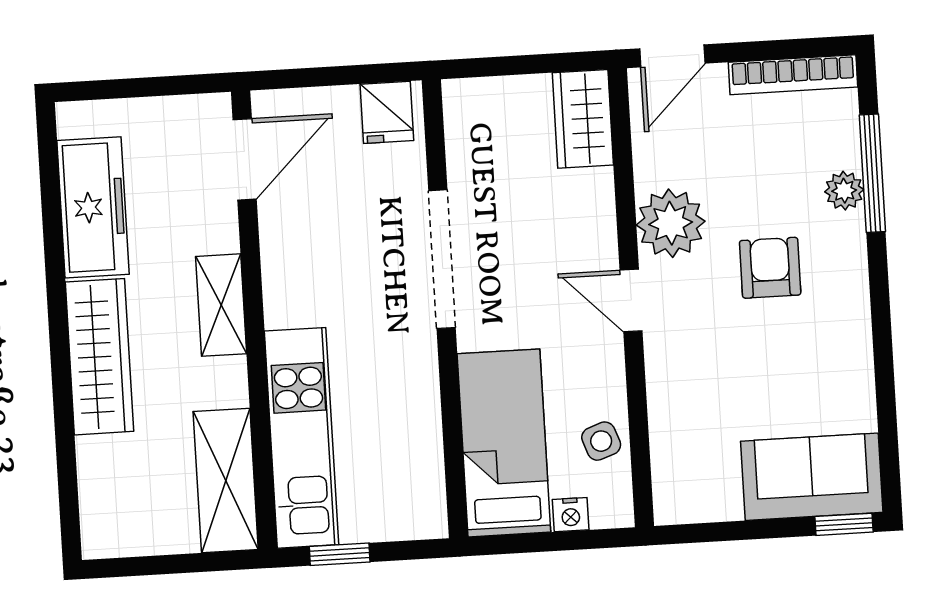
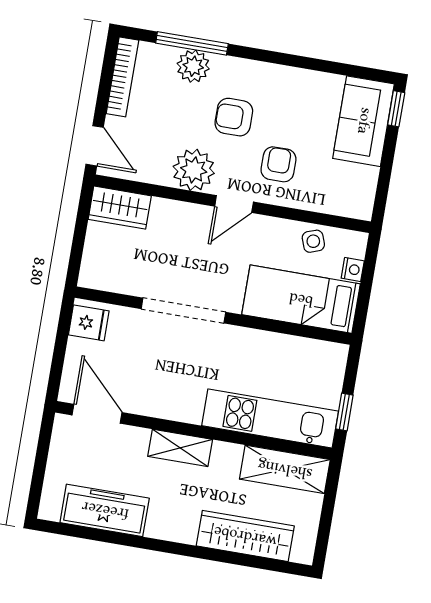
plant: (844, 191) -> (193, 66), width x1.38, depth x1.38
wardrobe: (99, 357) -> (245, 536), moved
armchair: (711, 357) -> (278, 164), added

